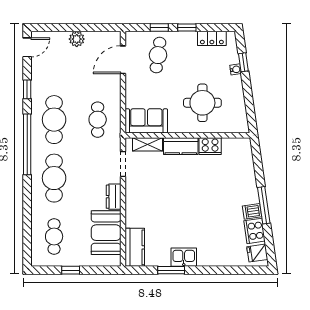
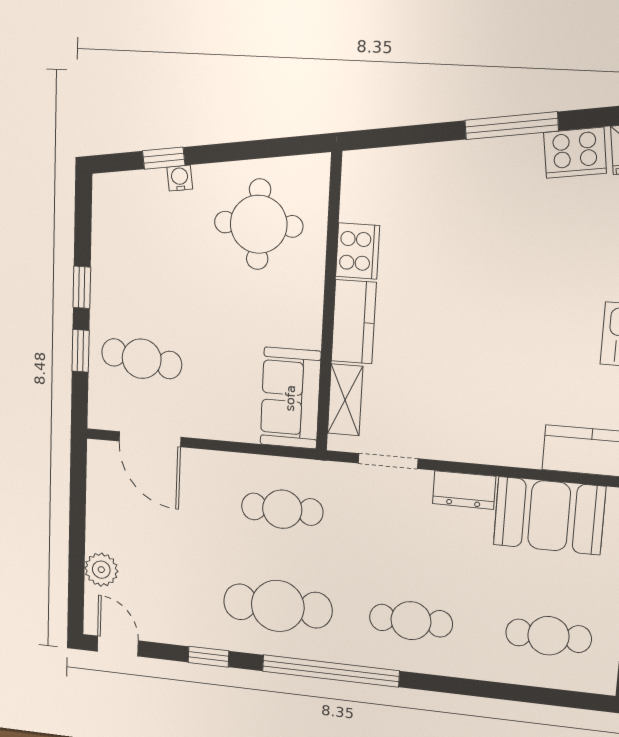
locker: (212, 38) -> (107, 230), removed
plant: (77, 39) -> (101, 570), moved
round table: (202, 103) -> (259, 224), moved
cafe table: (54, 178) -> (411, 621), width x0.73, depth x0.74
dishwasher: (252, 211) -> (525, 156), removed

